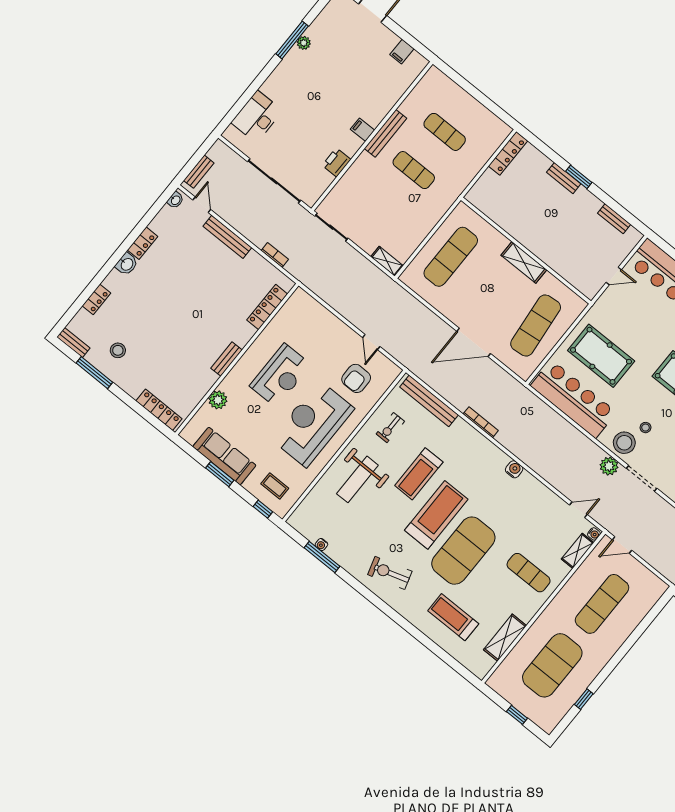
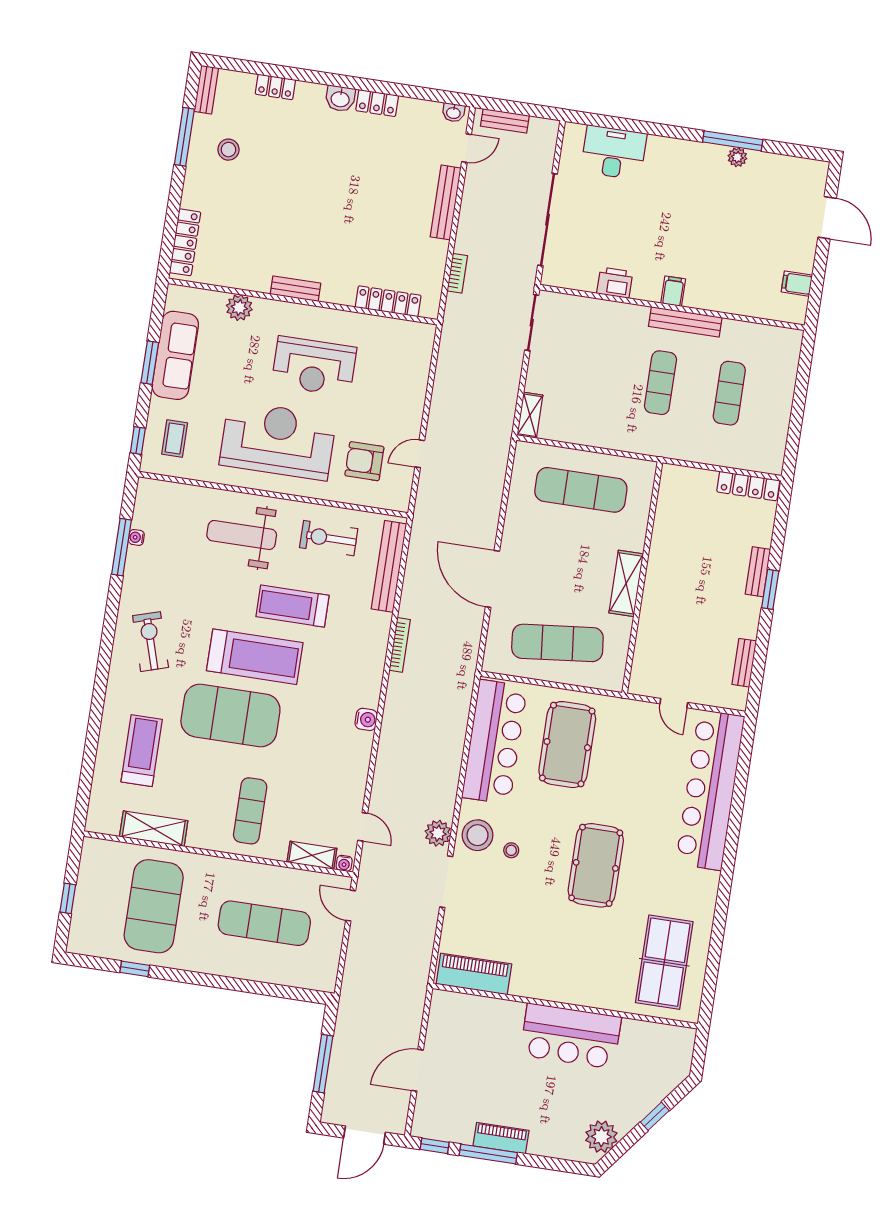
exercise bike: (390, 428) -> (329, 538), width x1.38, depth x1.39
exercise mat: (552, 665) -> (154, 906), turned 90

